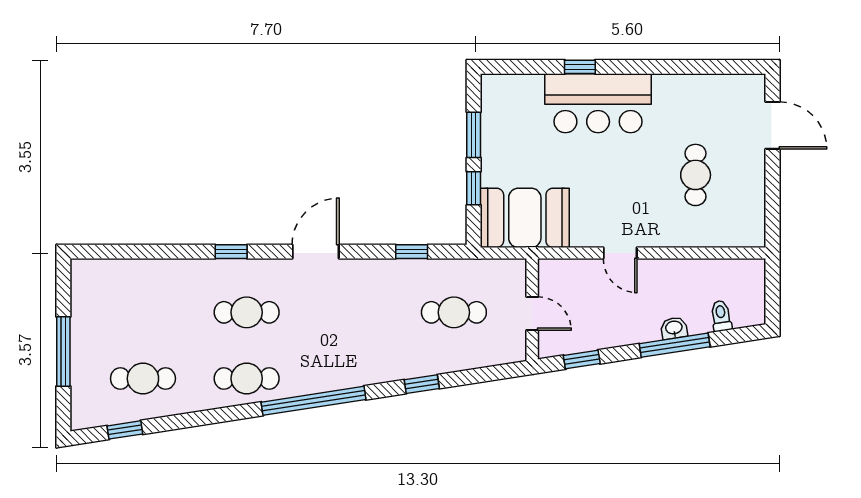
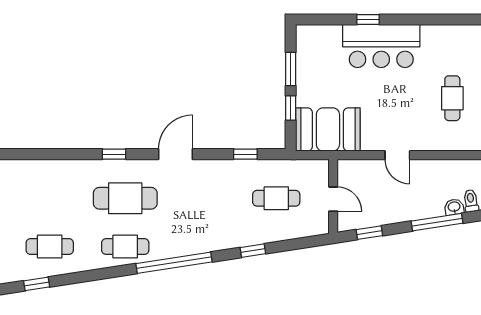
cafe table: (247, 312) -> (125, 198), width x1.37, depth x1.35
washbasin: (674, 328) -> (454, 207), moved

